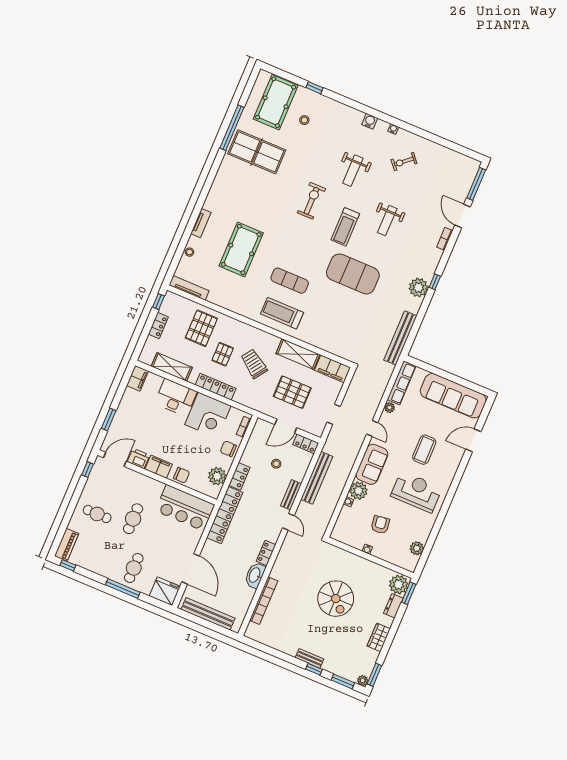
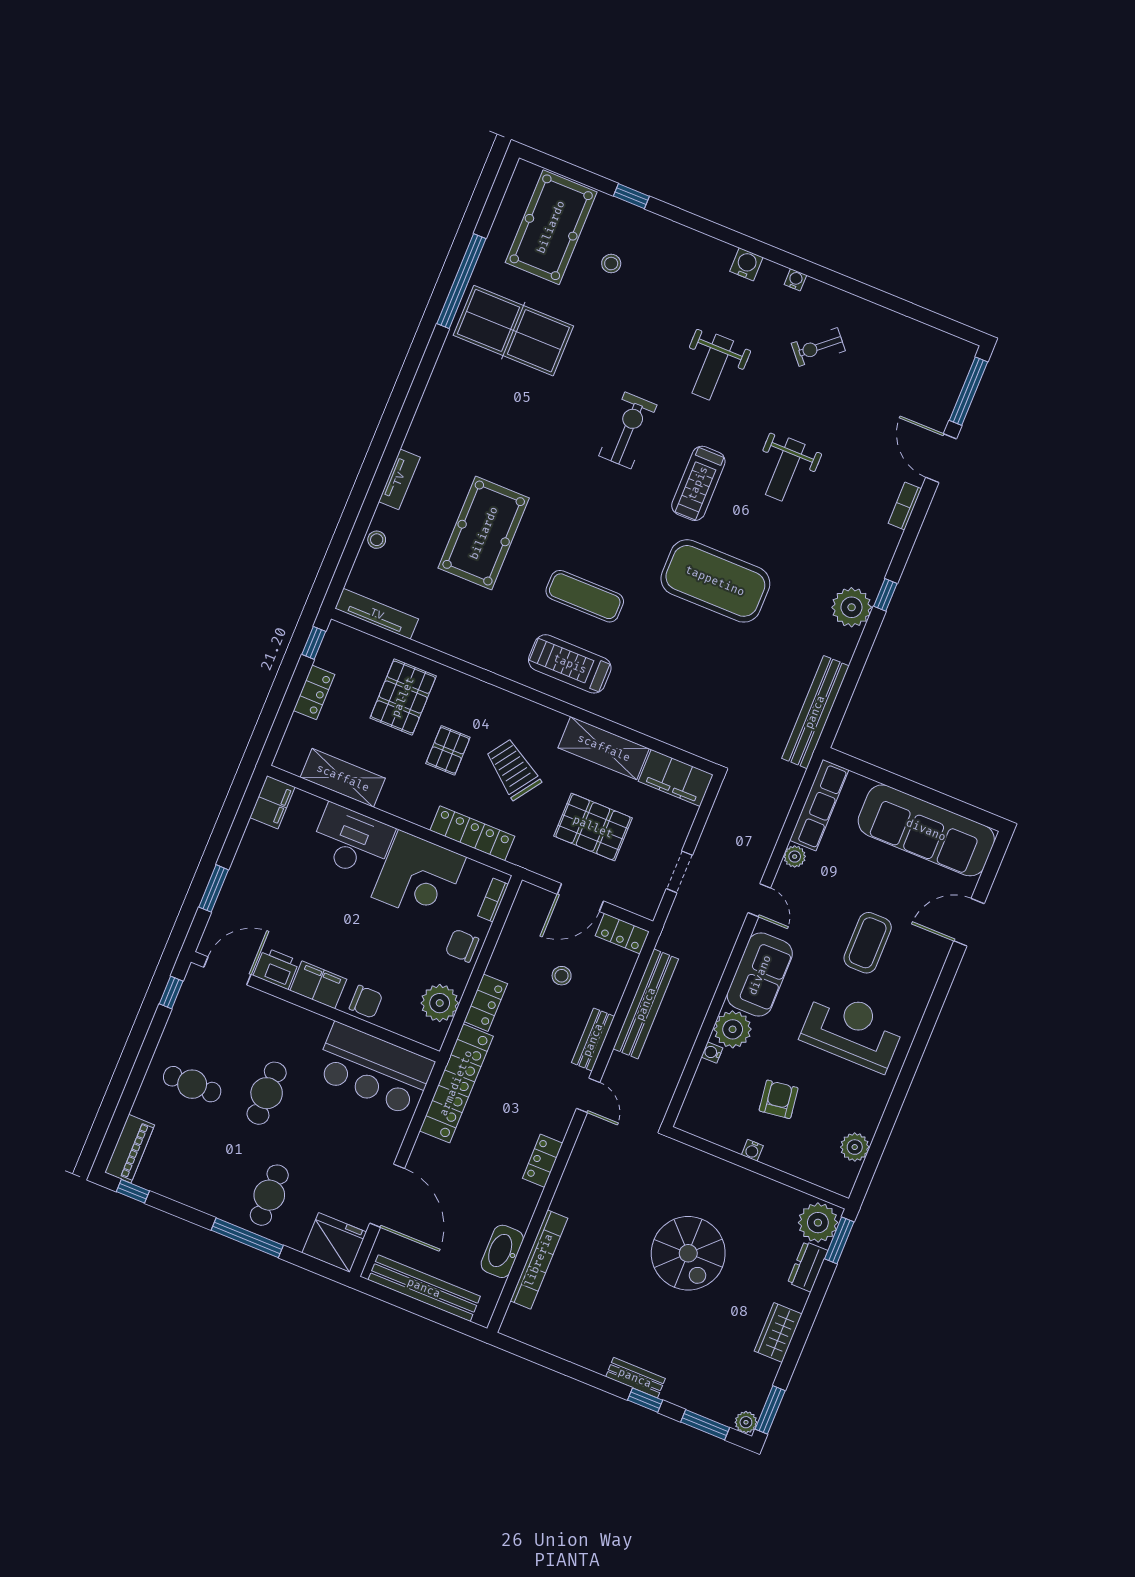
locker: (216, 387) -> (472, 833), moved
washbasin: (255, 575) -> (502, 1251), moved

